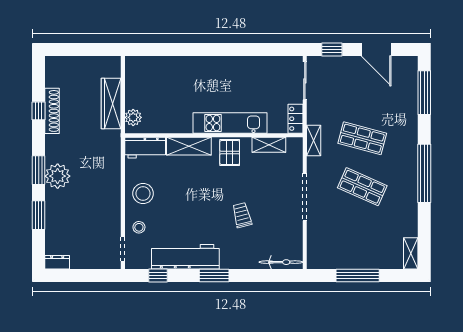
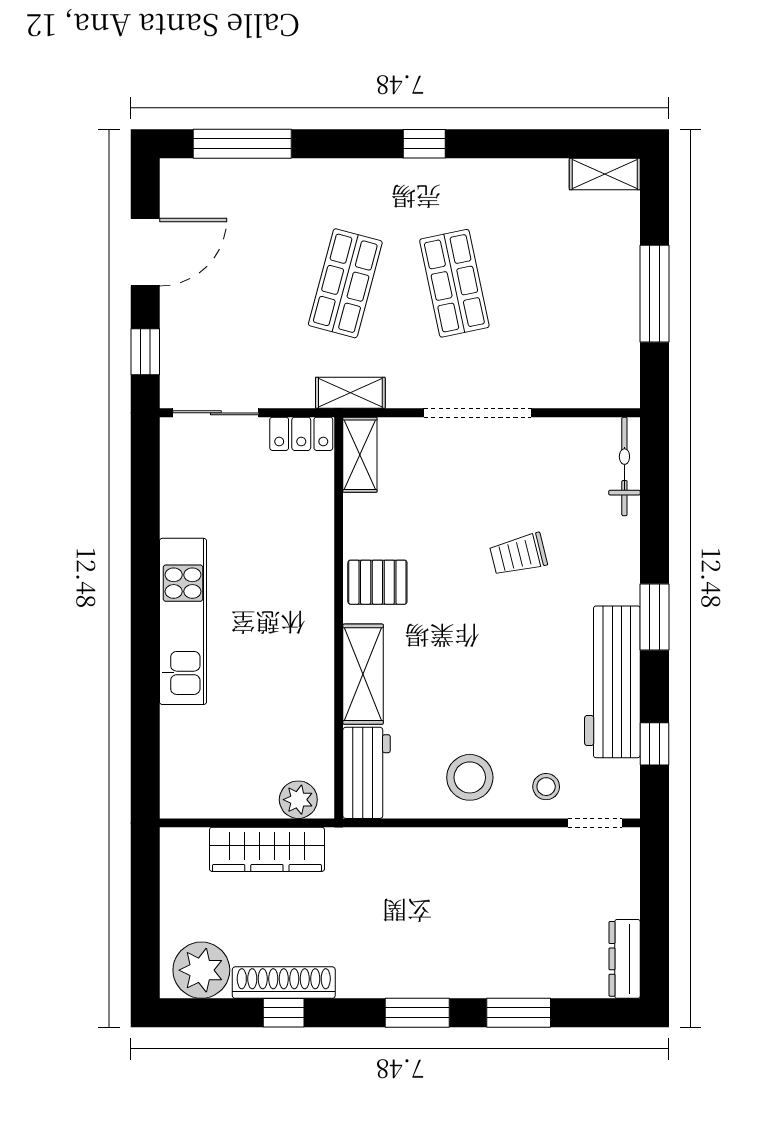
kitchen unit: (230, 123) -> (183, 621), moved, turned 180
shelving: (269, 145) -> (360, 455), moved
window: (424, 173) -> (424, 144), width x0.32
plant: (58, 176) -> (201, 970), moved
shop shelf: (362, 187) -> (454, 283), turned -36
dresser: (57, 262) -> (625, 959), width x1.44

